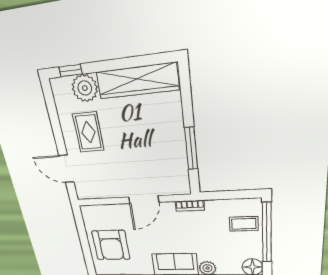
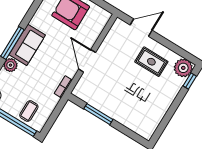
wardrobe: (137, 81) -> (156, 113), removed
plant: (85, 88) -> (183, 68), moved

